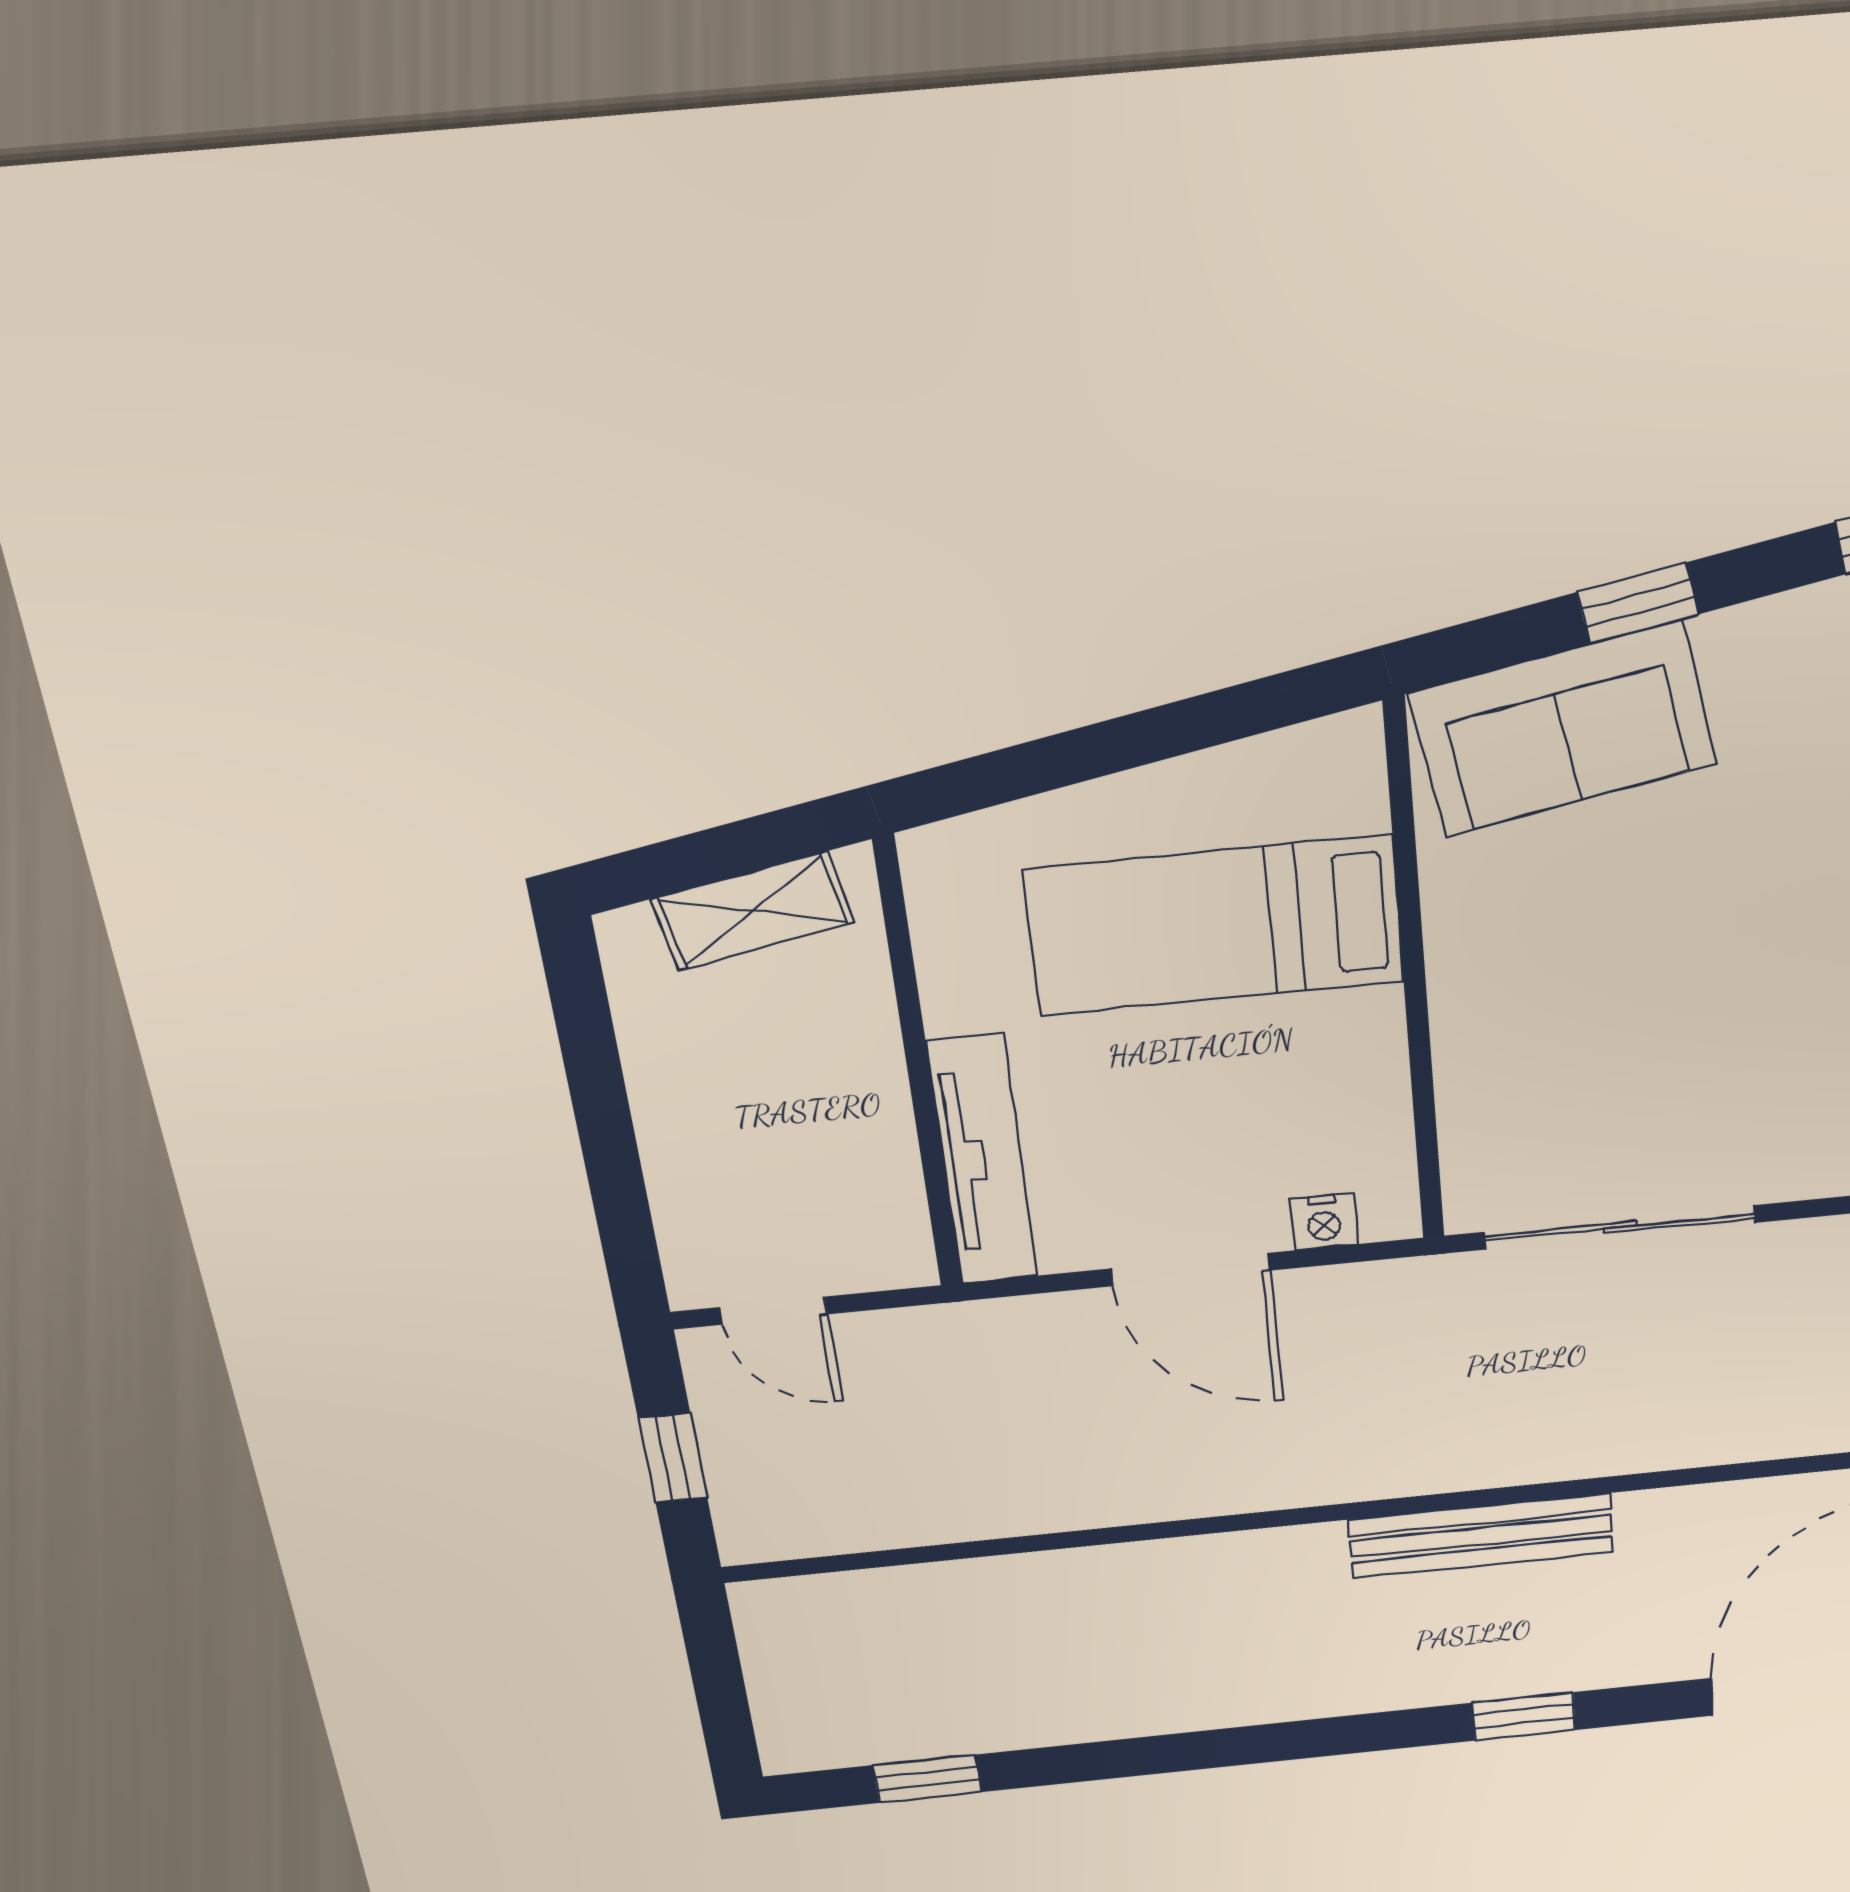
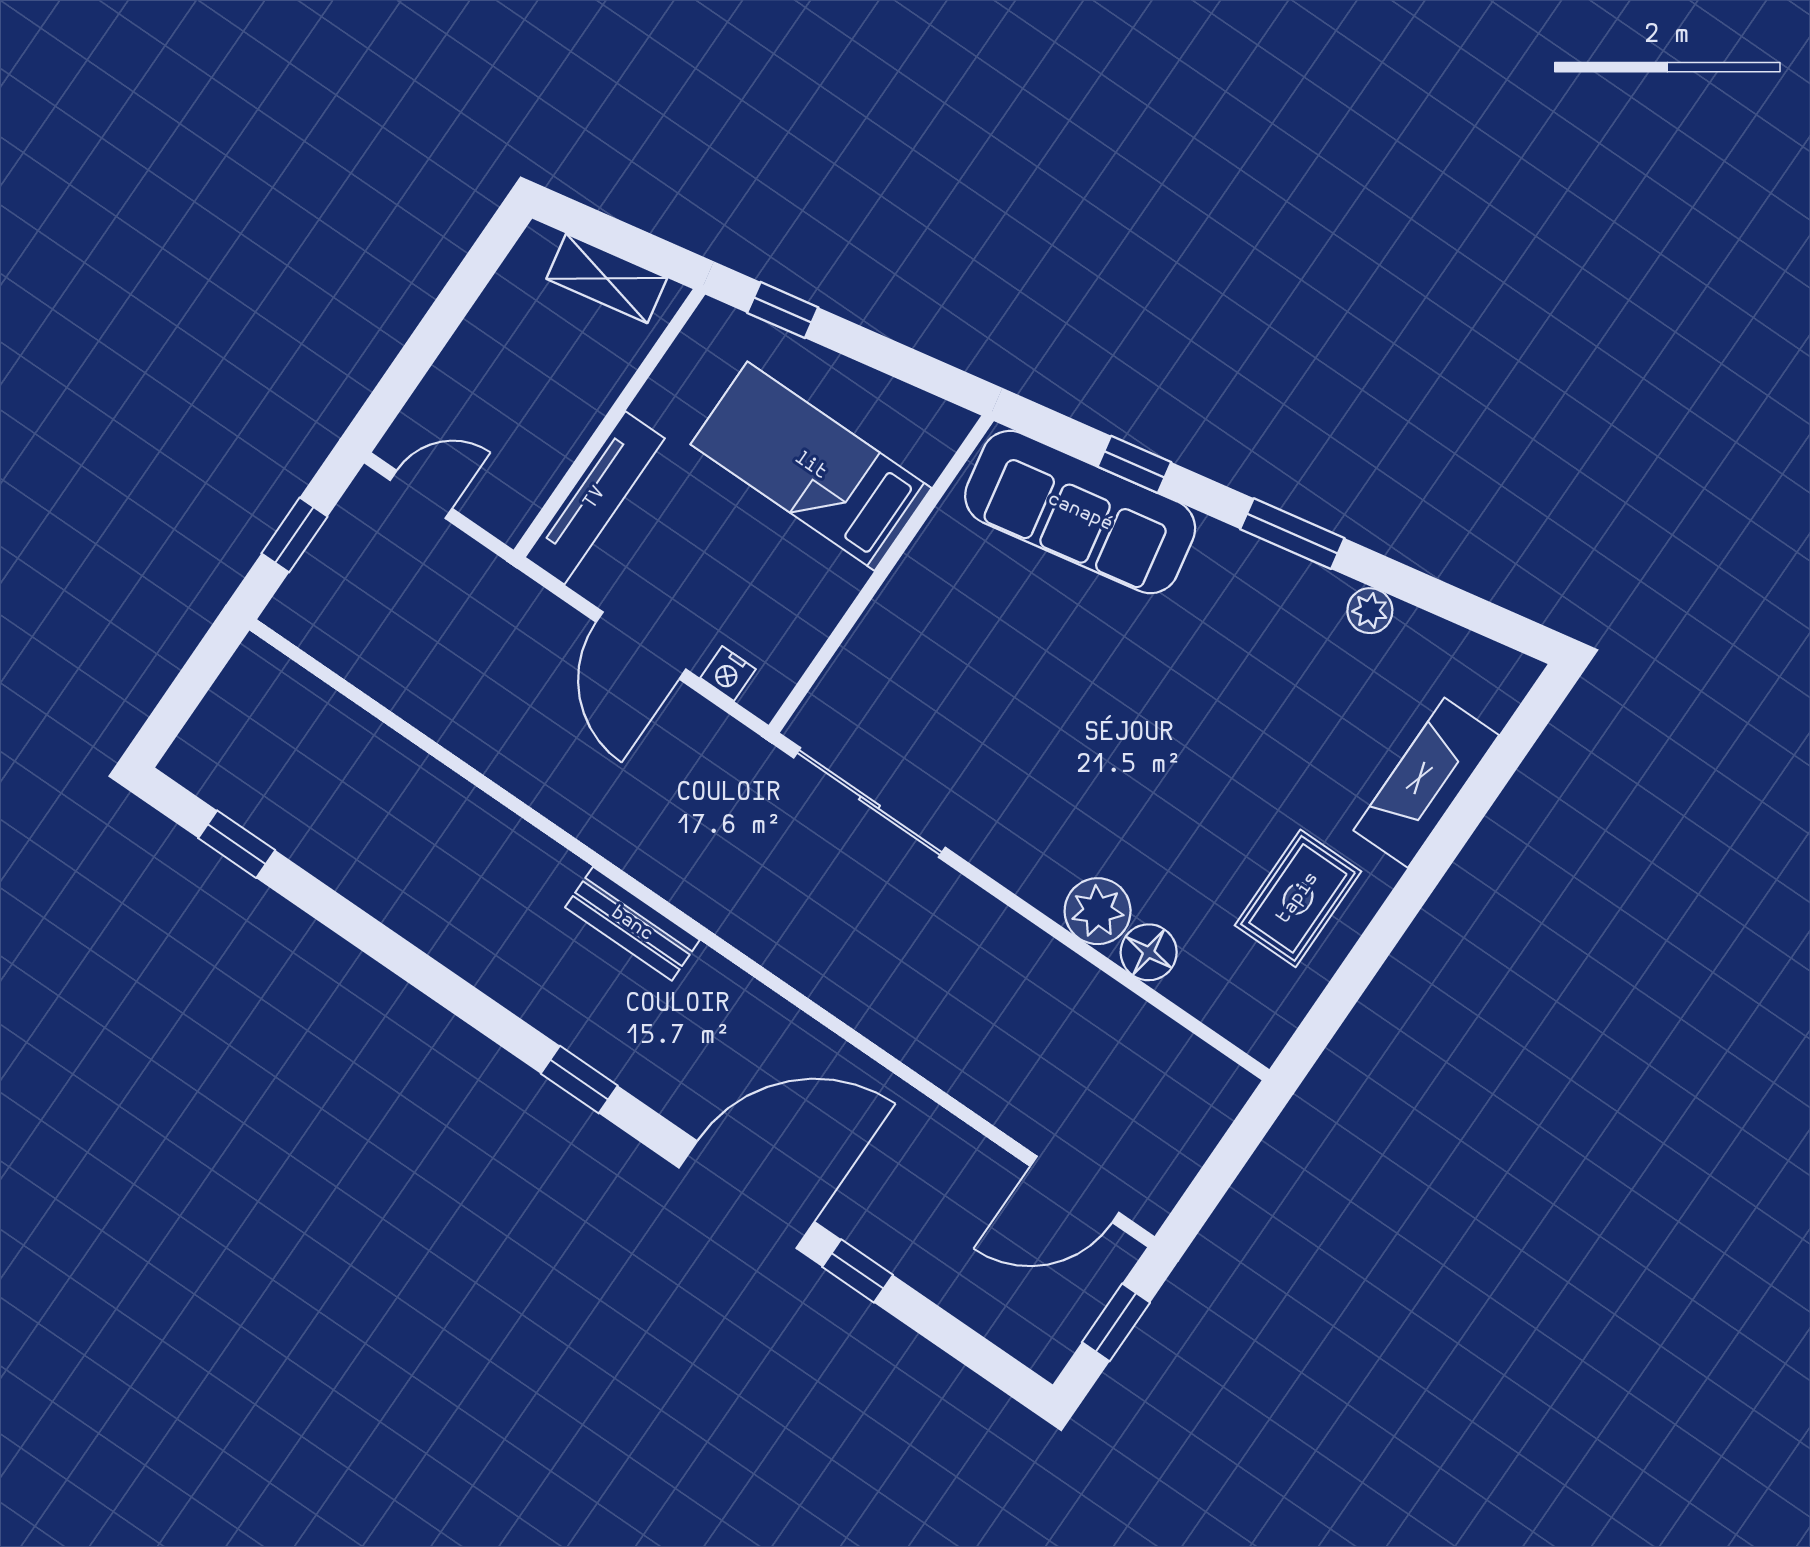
sofa: (1563, 729) -> (1080, 512), width x1.36
window: (1009, 774) -> (783, 310), added
door: (773, 1311) -> (421, 494), swing flipped
bench: (1481, 1536) -> (632, 924), width x0.73

